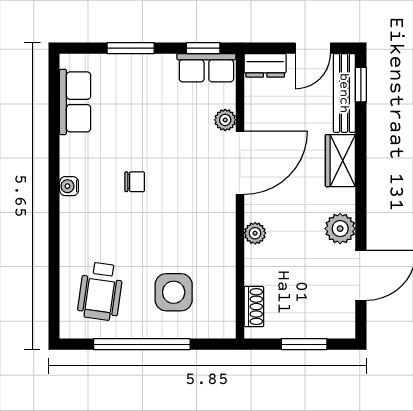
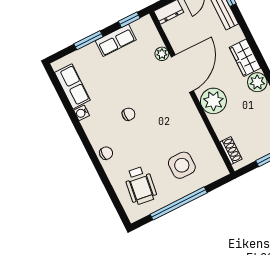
row of seats: (206, 68) -> (116, 40), moved
wardrobe: (340, 161) -> (245, 58), moved
water cooler: (69, 186) -> (82, 113), moved
chair: (75, 221) -> (106, 153), added
plant: (255, 233) -> (213, 101), width x1.88, depth x1.88

